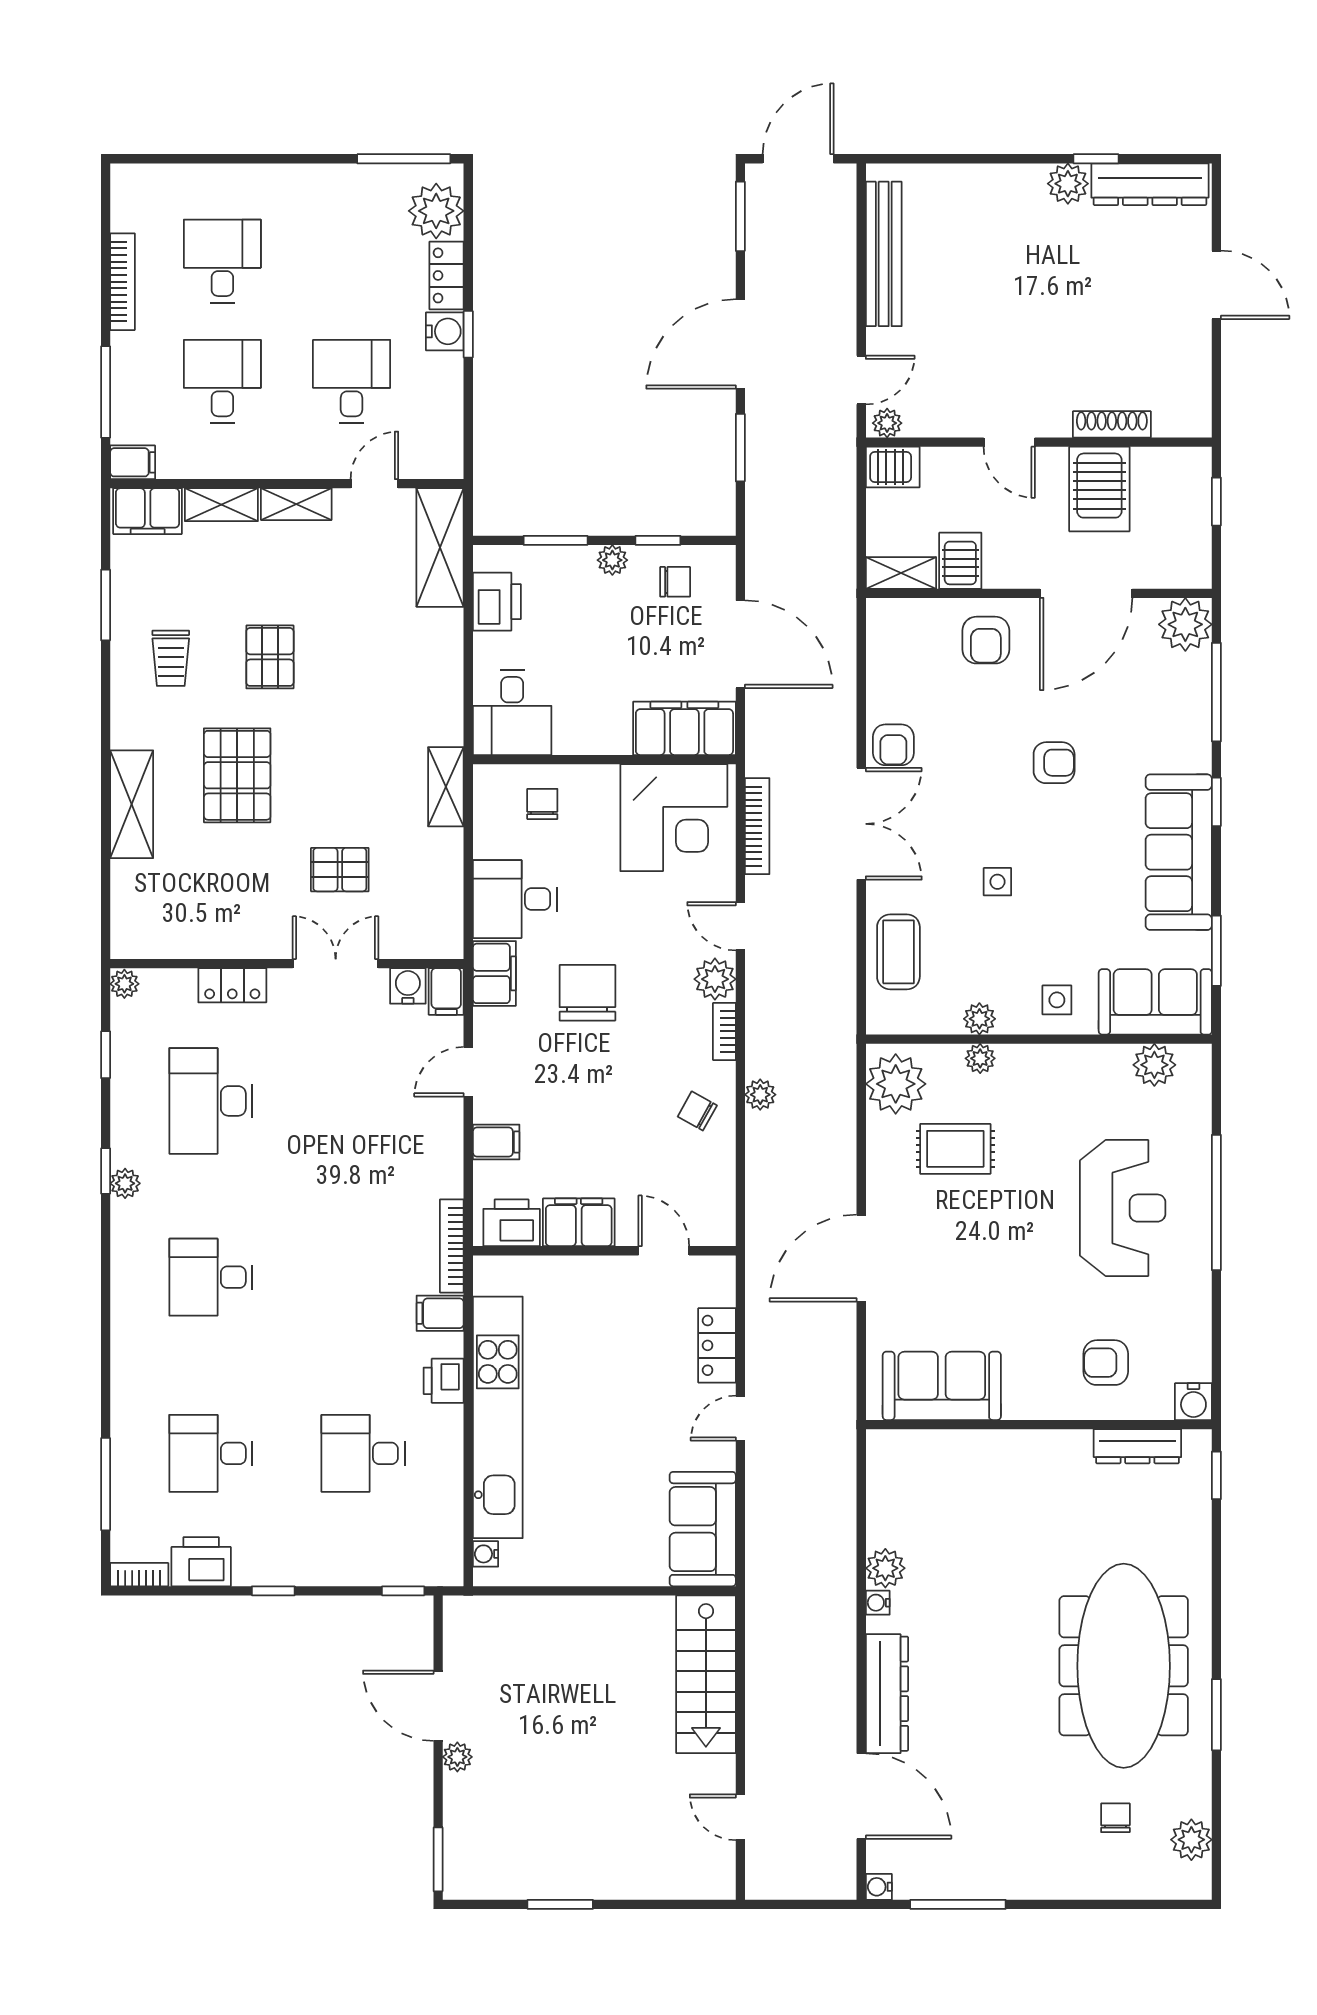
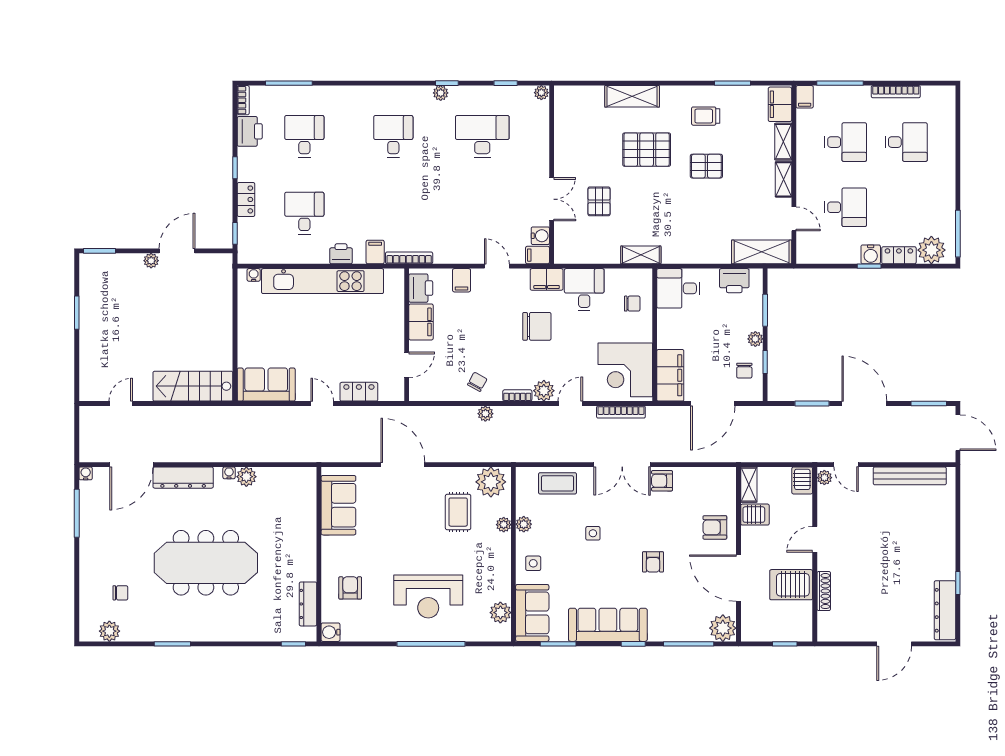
plant: (1068, 184) -> (945, 569), removed
locker: (232, 985) -> (246, 199), moved, turned 180
meeting table: (1124, 1666) -> (206, 563), moved

